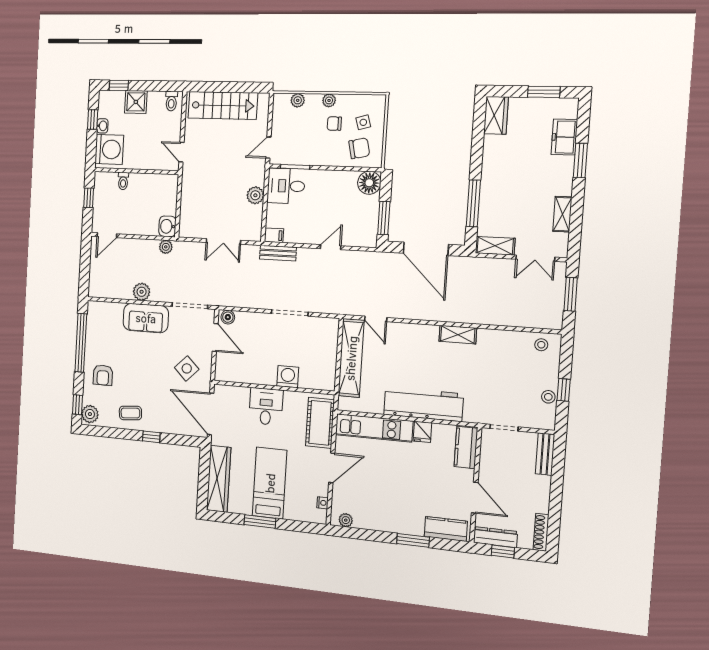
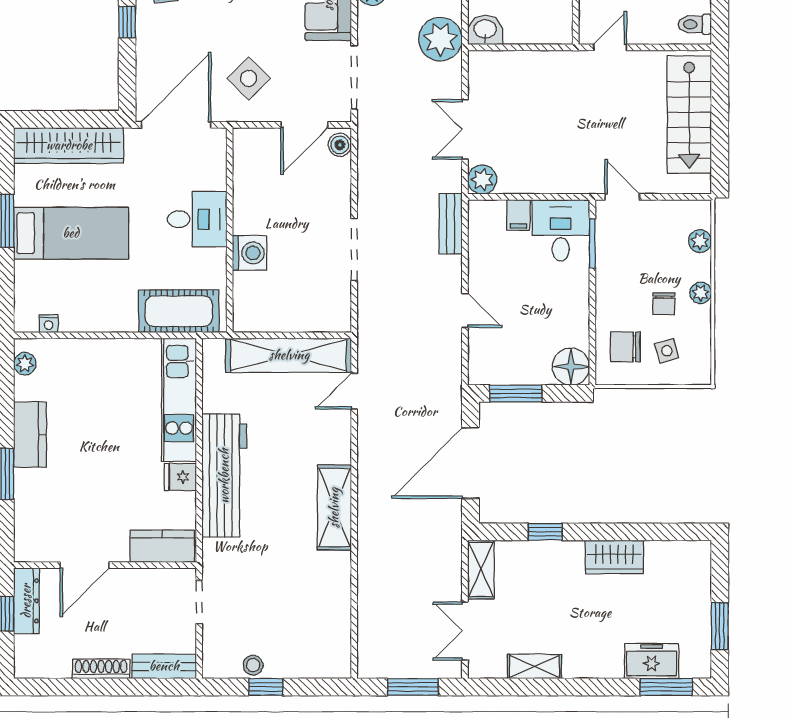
wardrobe: (496, 115) -> (614, 557), moved
chair: (334, 124) -> (664, 304), turned 180
chair: (359, 148) -> (625, 347), turned 102
window: (580, 161) -> (666, 687), moved
plant: (255, 195) -> (482, 180), moved
window: (473, 203) -> (545, 532), width x0.46
filing cabinet: (274, 235) -> (518, 215), moved
plant: (166, 247) -> (440, 39), width x1.87, depth x1.87
shelving: (458, 335) -> (334, 508), width x1.50, depth x1.33
stool: (541, 345) -> (333, 649), removed
door: (332, 468) -> (107, 335), removed
kitchen counter: (446, 529) -> (30, 435), moved
shoe rack: (541, 532) -> (101, 669), moved

